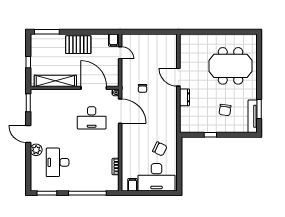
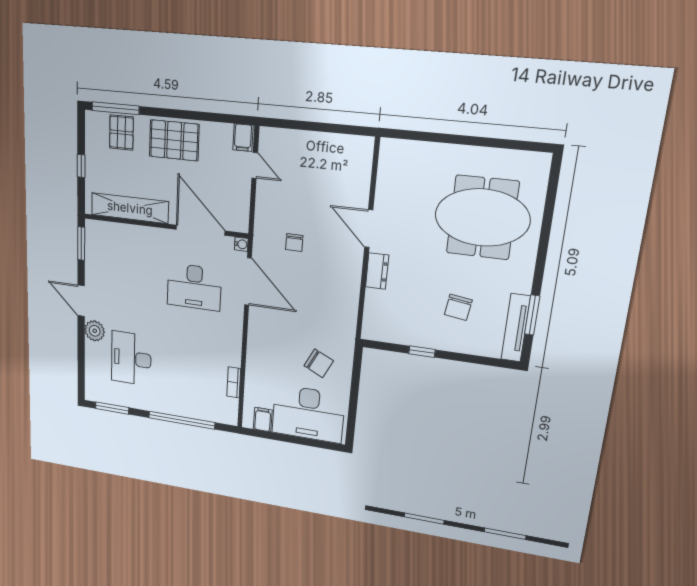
pallet: (50, 43) -> (121, 132), added

